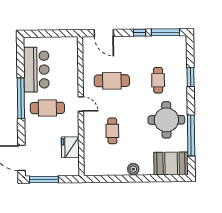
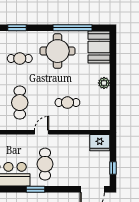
window: (21, 98) -> (35, 189), width x0.47
fridge: (70, 147) -> (100, 143), moved
window: (44, 179) -> (113, 168), width x0.46

